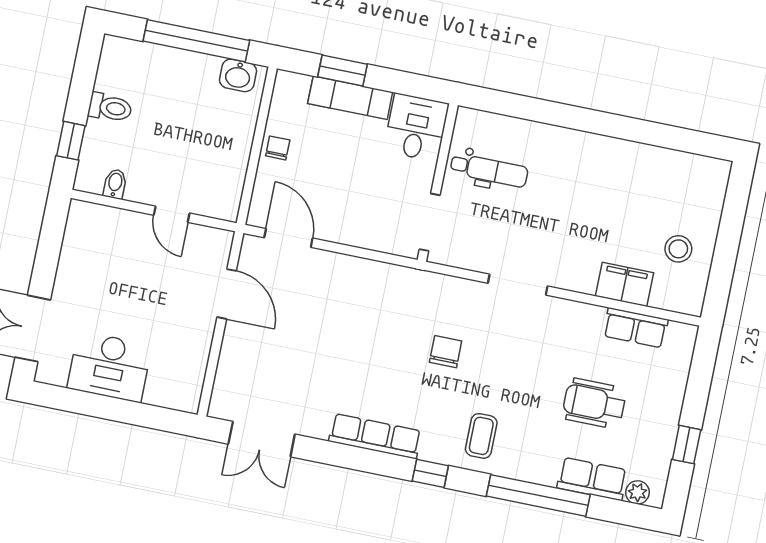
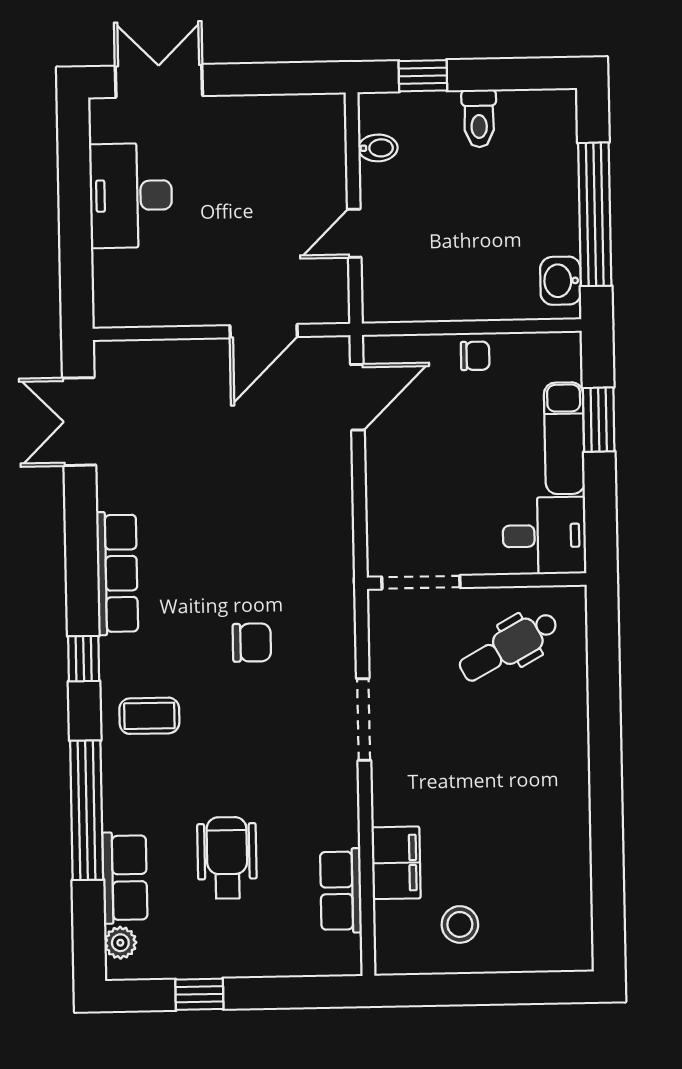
dental chair: (489, 170) -> (509, 647), turned 61

